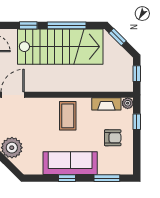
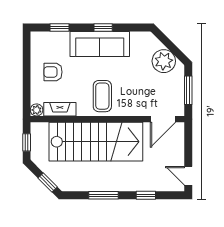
window: (67, 25) -> (104, 195), width x0.69
stairs: (60, 47) -> (96, 142), moved, turned 180
window: (137, 122) -> (27, 90), removed
window: (107, 178) -> (59, 28), width x0.67

